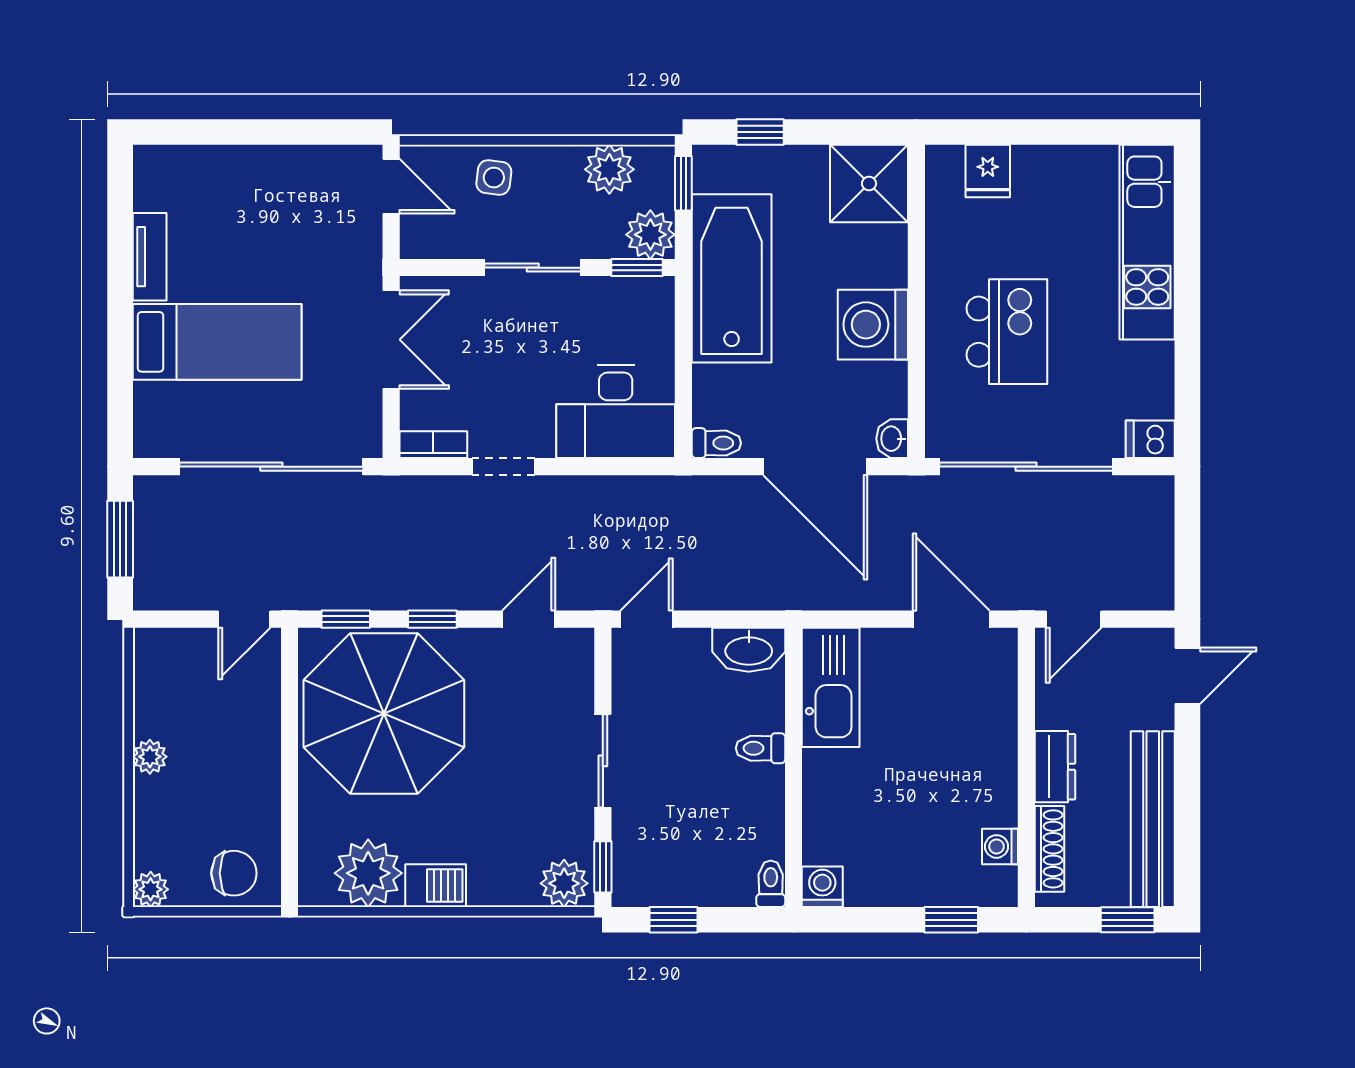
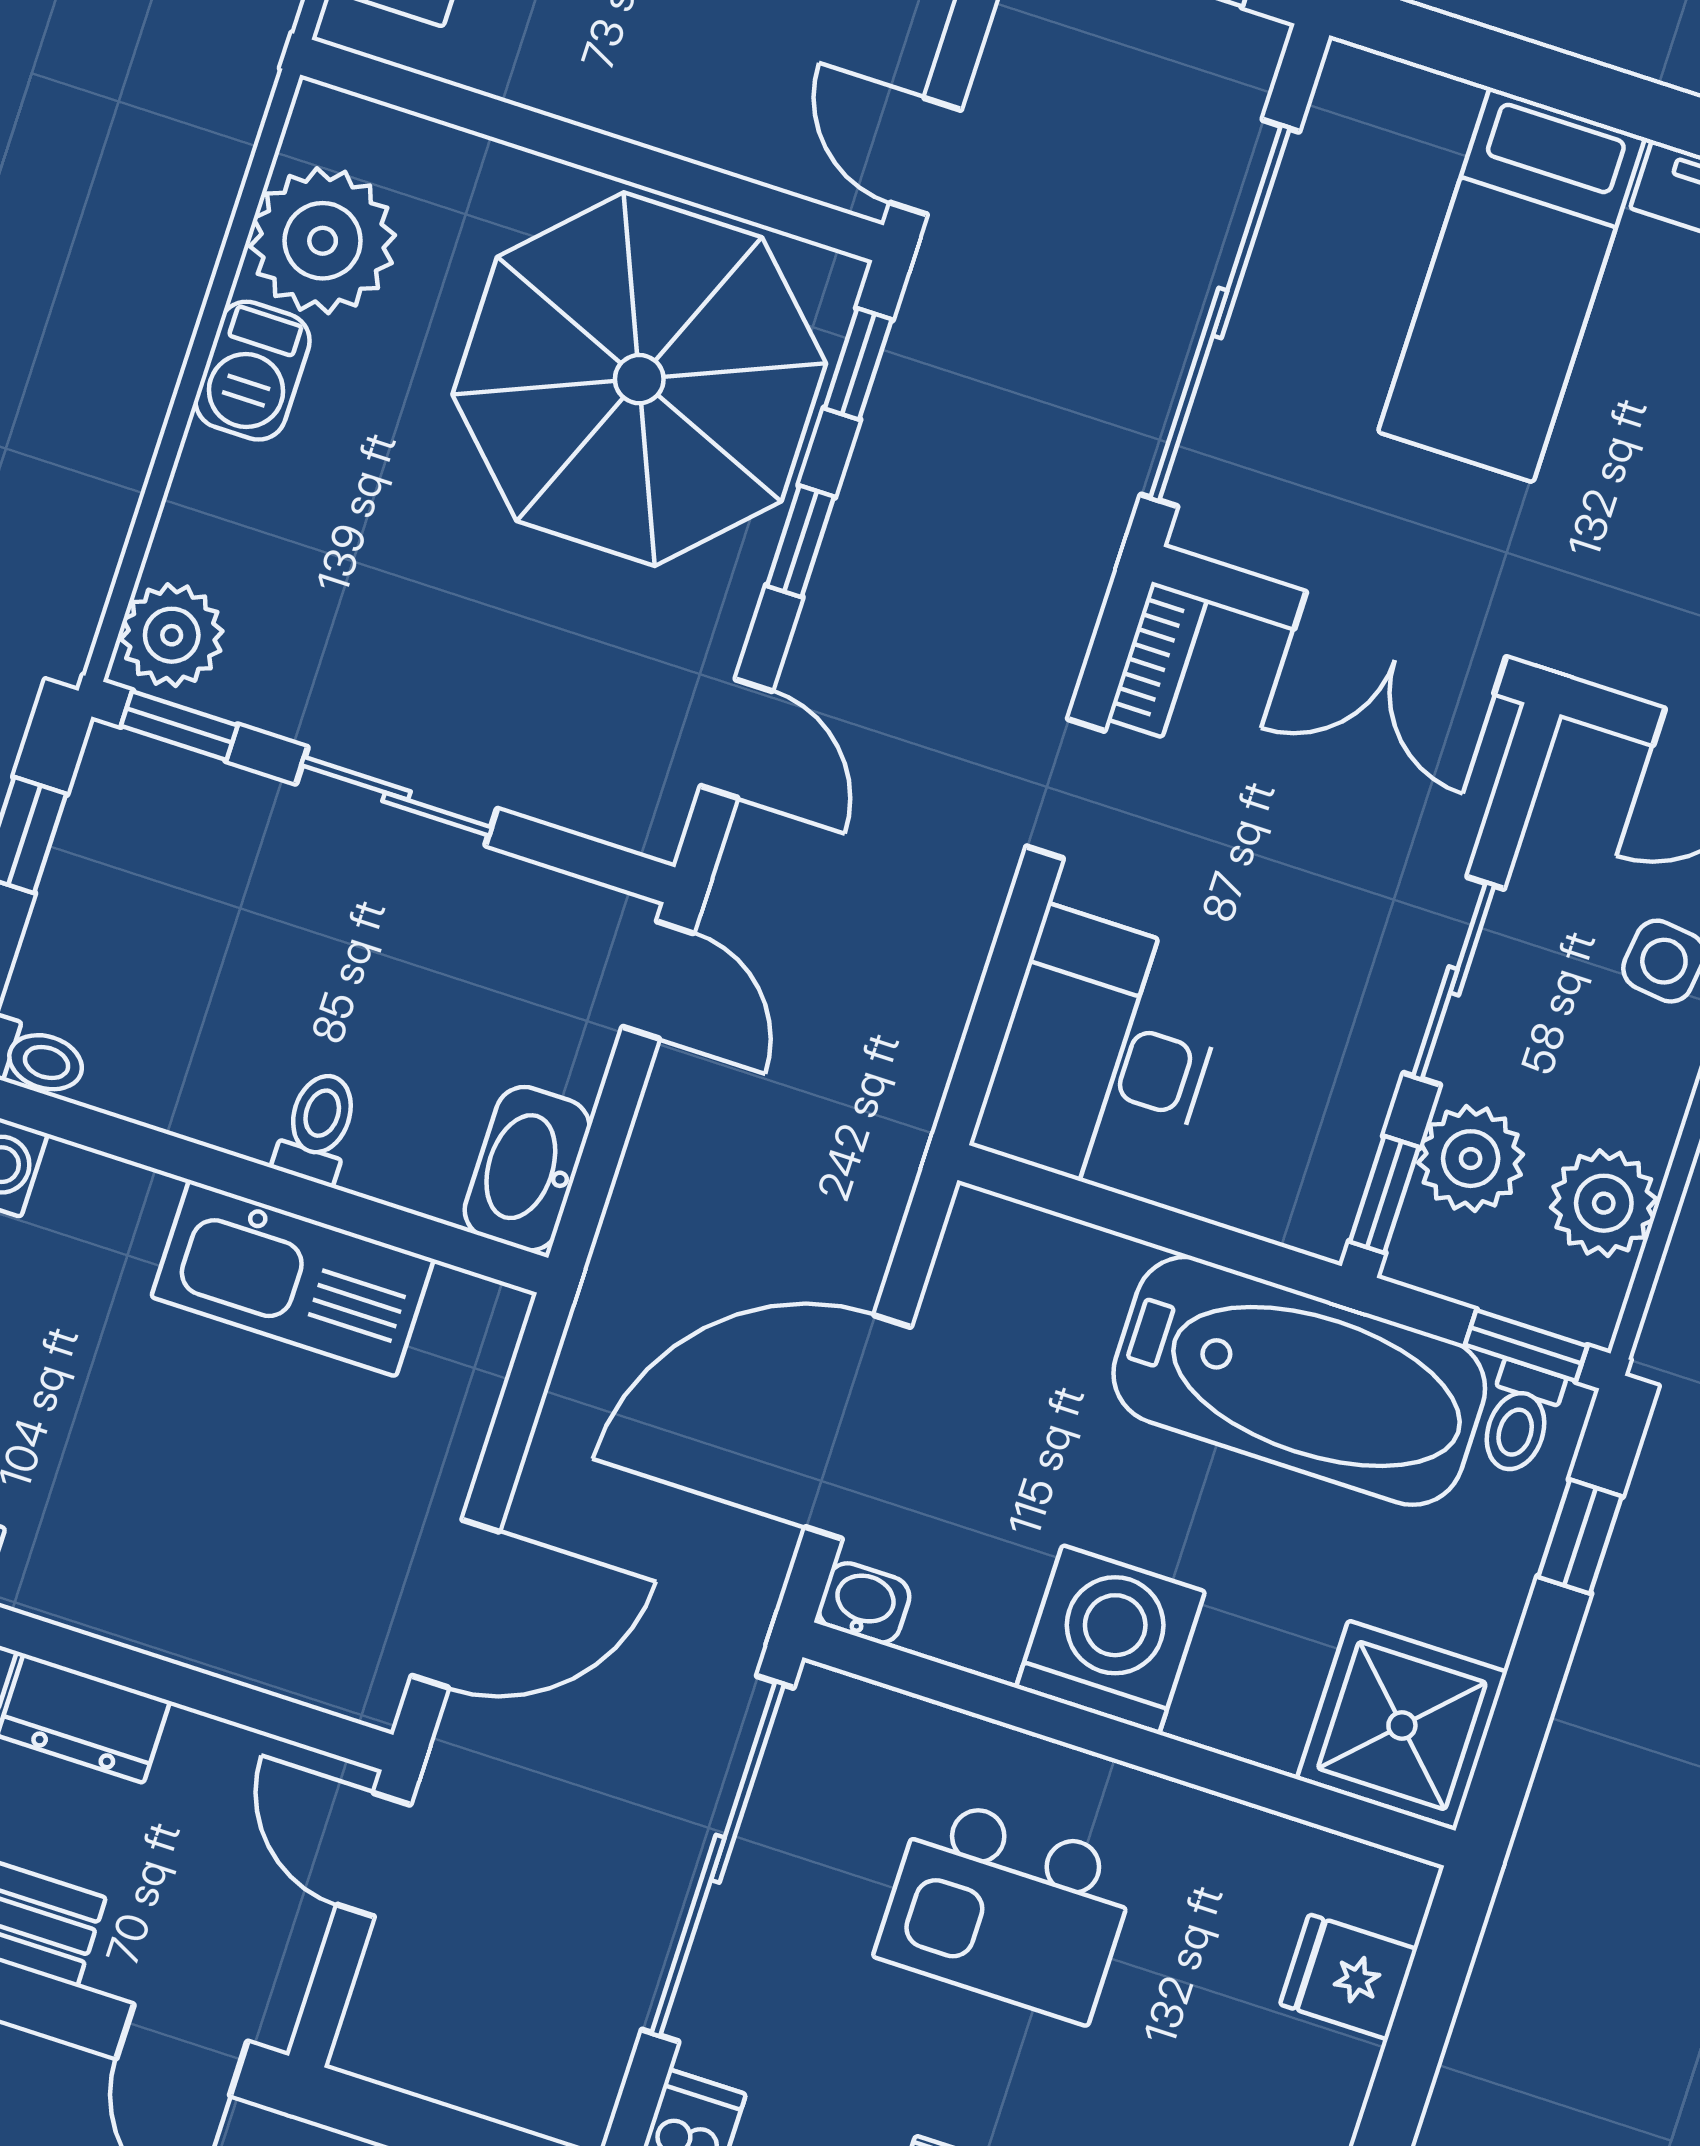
plant: (650, 235) -> (1471, 1159), moved
toilet: (716, 443) -> (1520, 1418), moved
kitchen sink: (831, 687) -> (293, 1278), moved

